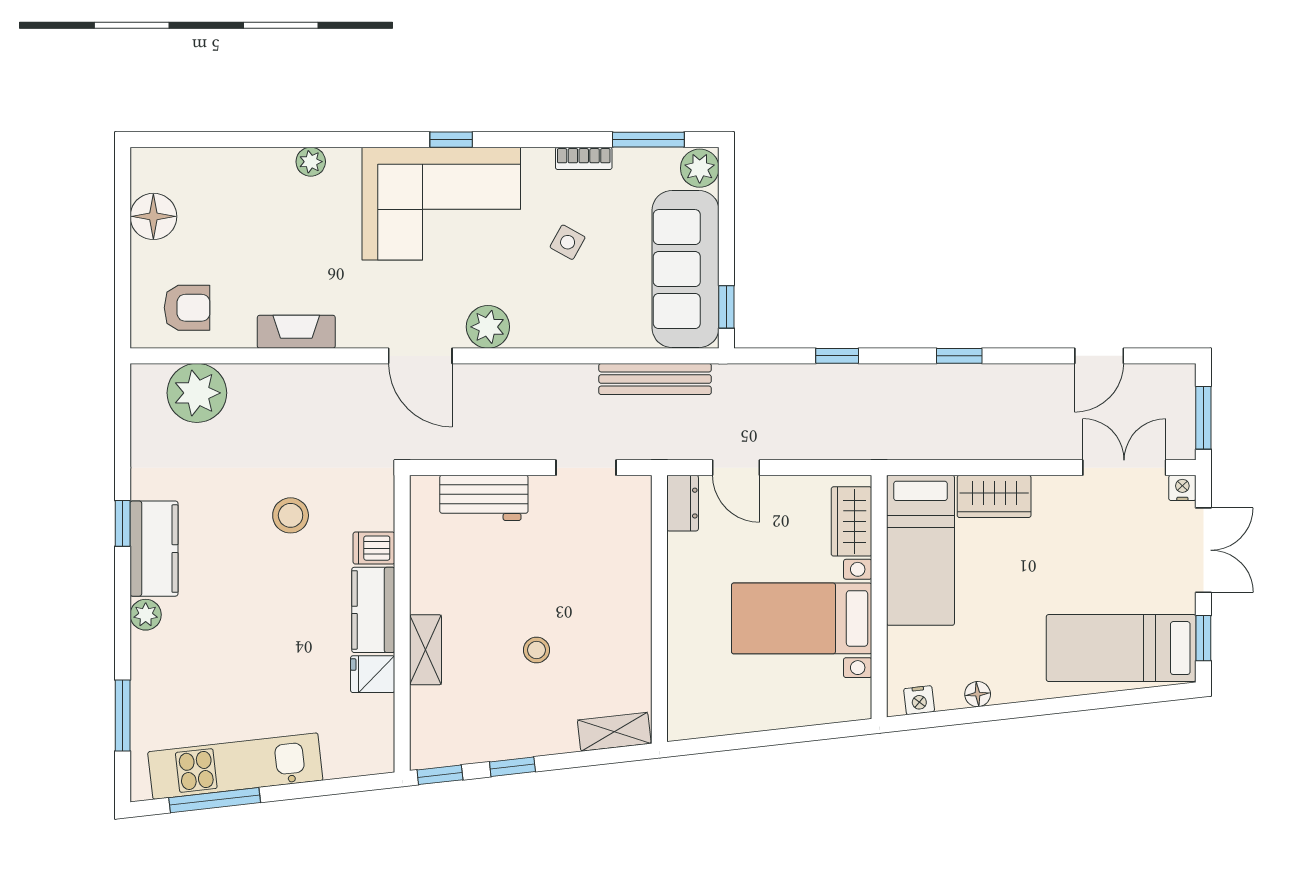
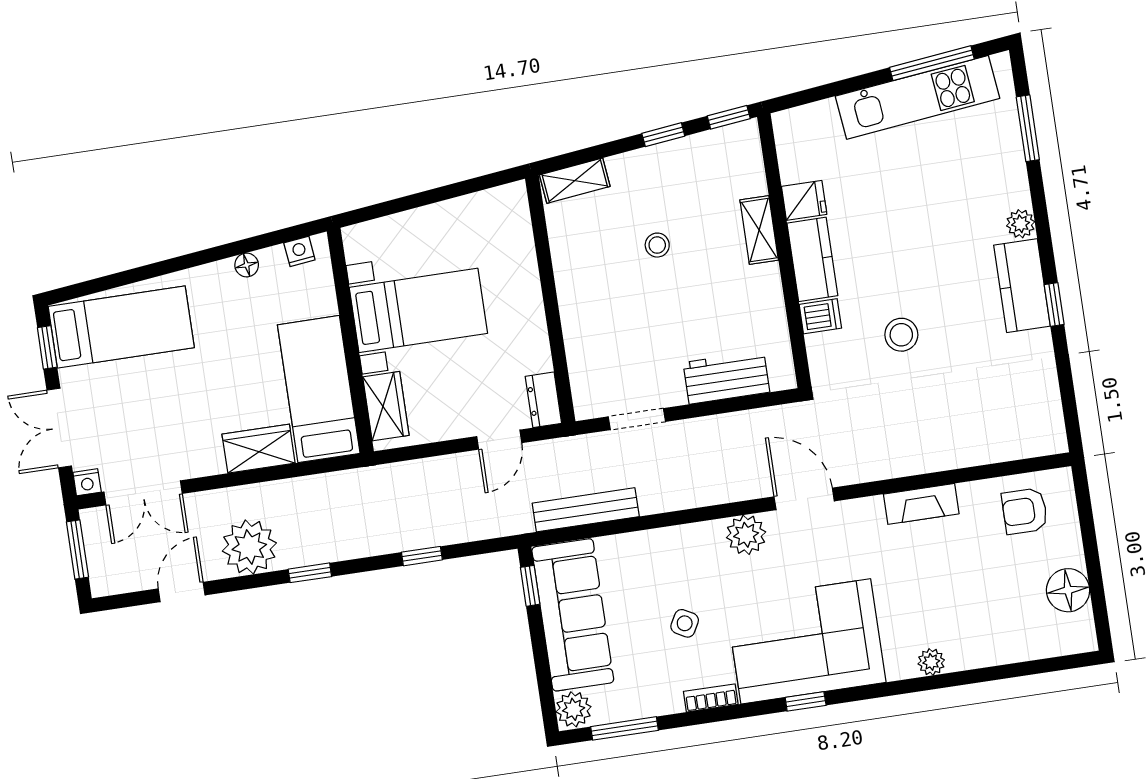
bookcase: (584, 158) -> (711, 698), moved
plant: (197, 393) -> (249, 547), moved
door: (736, 468) -> (499, 440), swing flipped

